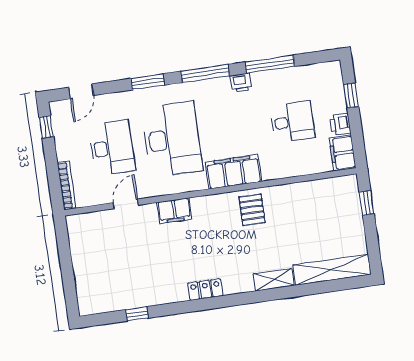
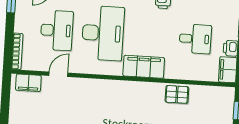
pallet: (252, 210) -> (177, 94), moved, turned 90
filing cabinet: (174, 211) -> (28, 83), moved

